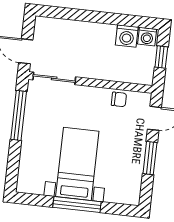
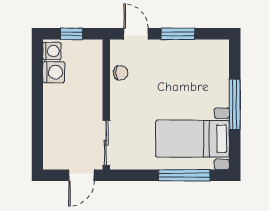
chair: (119, 99) -> (121, 73), turned 90
window: (19, 115) -> (184, 175), moved
bed with nightstands: (77, 164) -> (192, 139), moved

